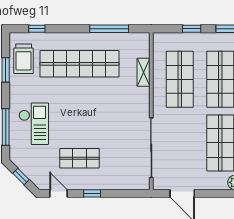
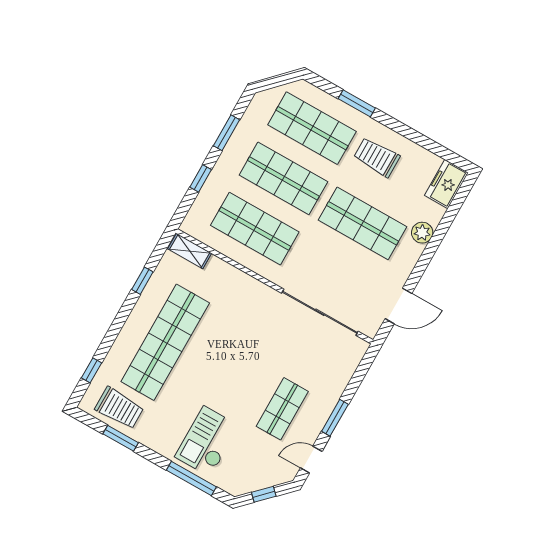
window: (109, 29) -> (142, 281), width x0.46
shelving: (144, 72) -> (190, 251), moved
checkout: (34, 124) -> (207, 441), turned -90
window: (92, 193) -> (335, 418), width x1.50

